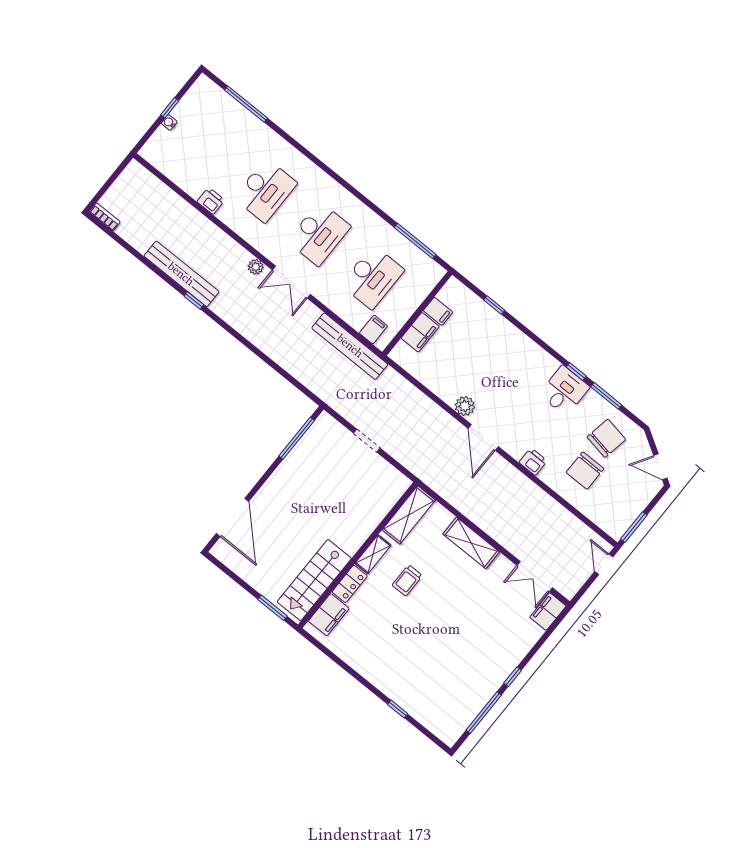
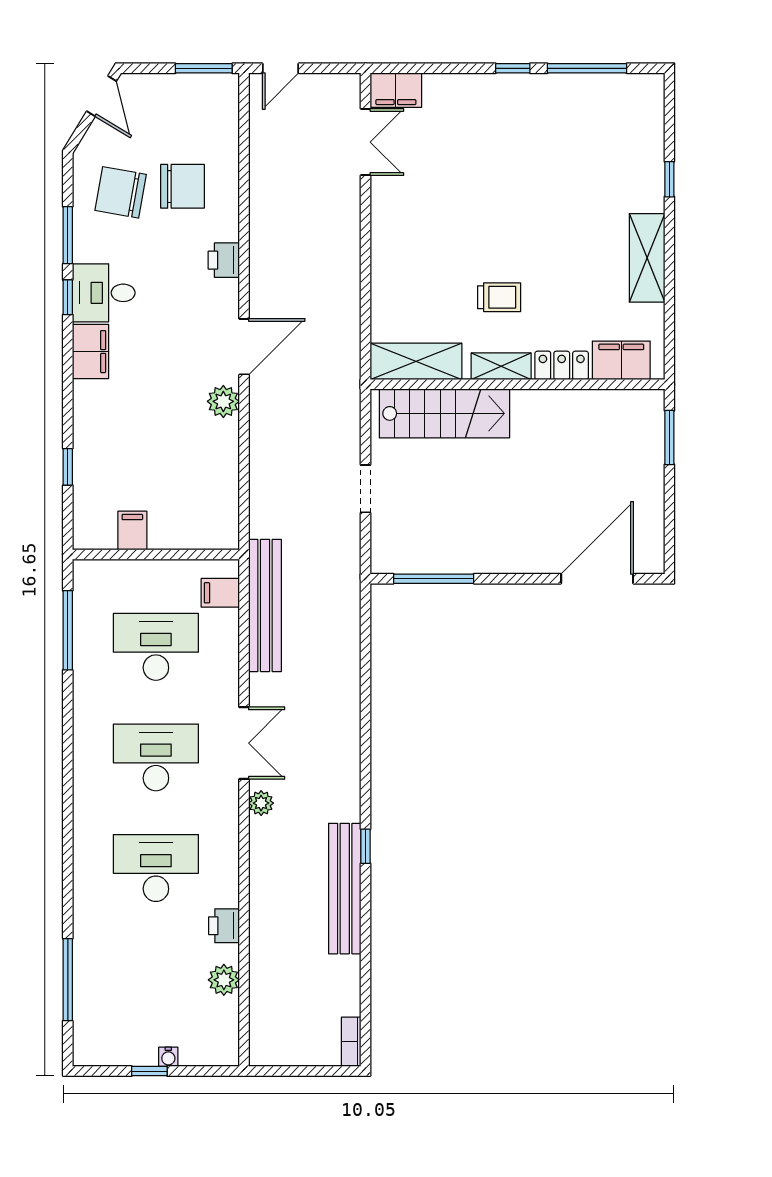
plant: (185, 180) -> (224, 980), added
filing cabinet: (420, 332) -> (90, 352), moved, turned 90
shelving: (471, 543) -> (647, 258), moved
stairs: (314, 580) -> (444, 413), moved

